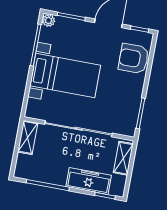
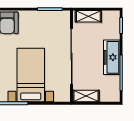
freezer: (89, 181) -> (112, 57), moved

